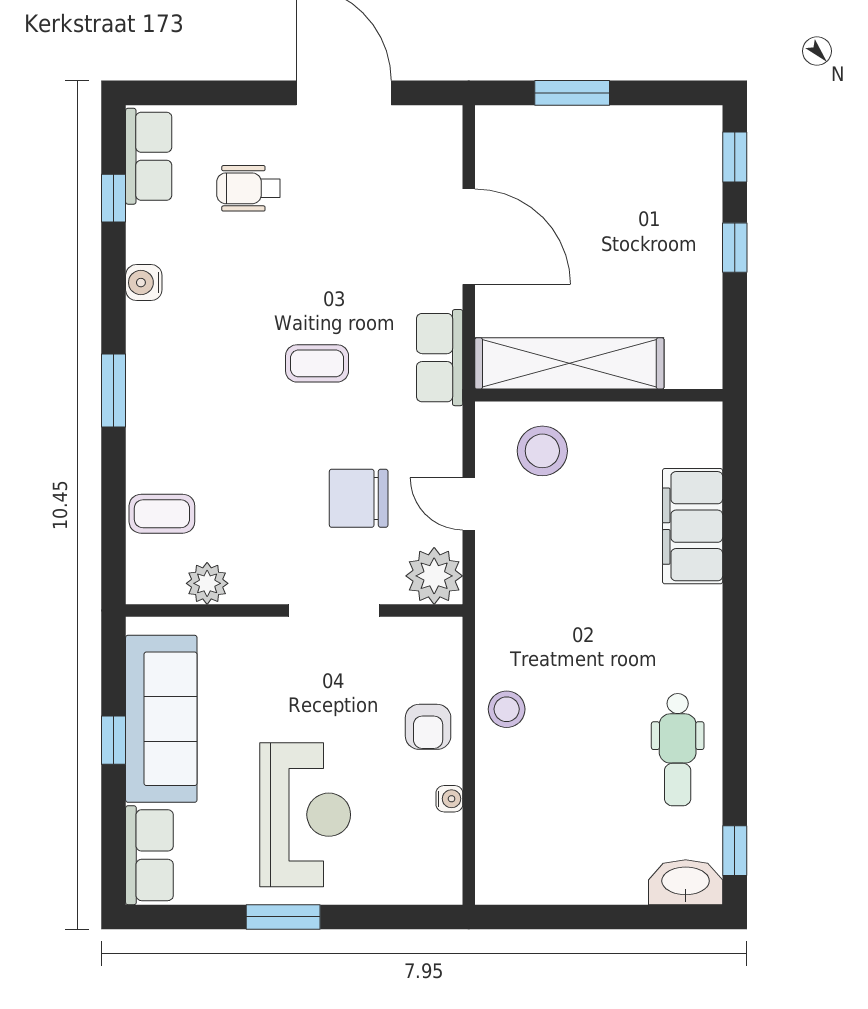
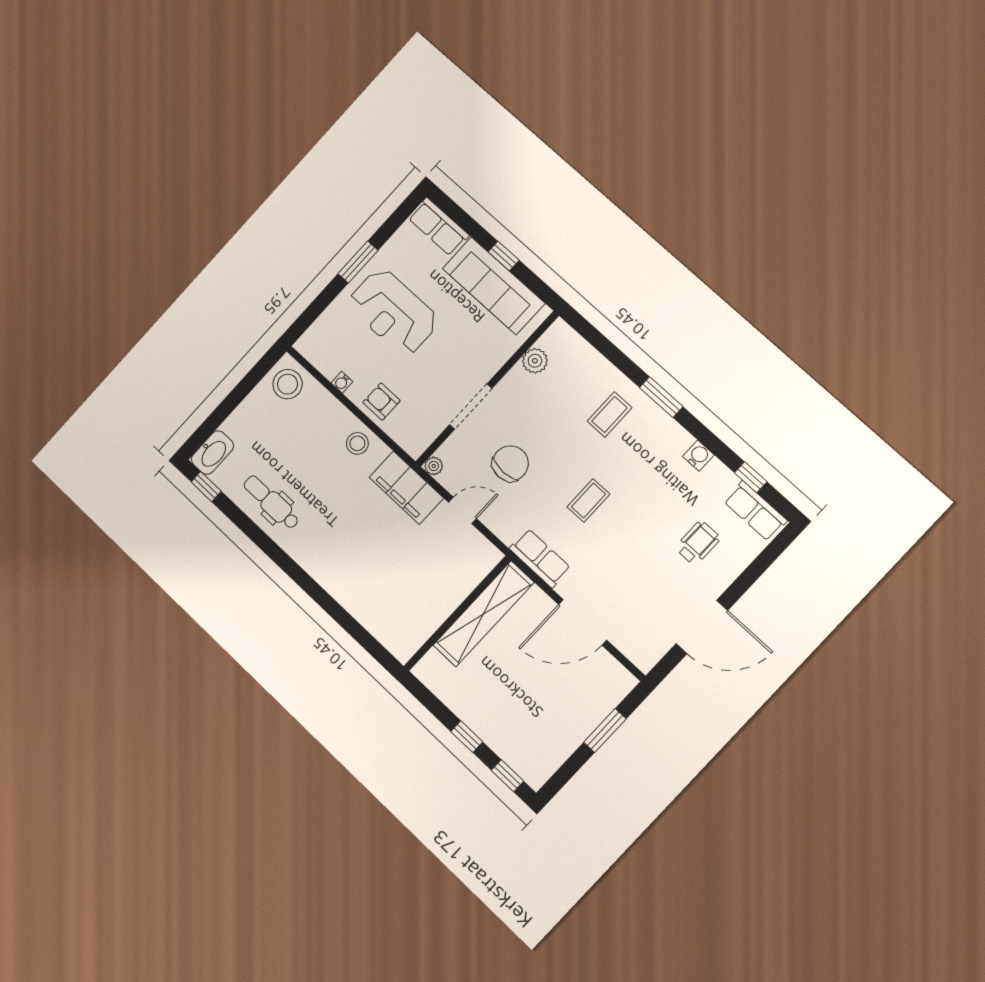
stool: (542, 451) -> (288, 384), moved
coffee table: (162, 514) -> (610, 414), moved
filing cabinet: (693, 526) -> (406, 488), moved, turned 180
plant: (434, 576) -> (434, 466), width x0.53, depth x0.53

